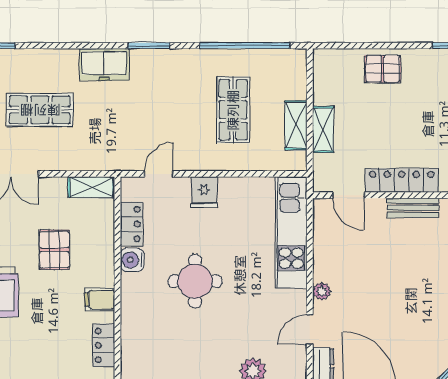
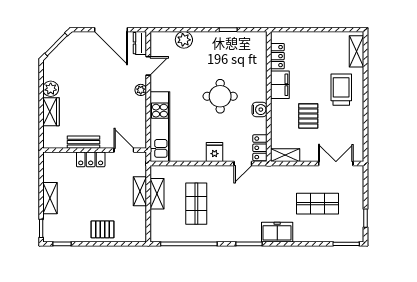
locker: (402, 180) -> (91, 159), width x0.66
locker: (131, 224) -> (260, 148), moved
filing cabinet: (100, 300) -> (280, 85), width x2.00

